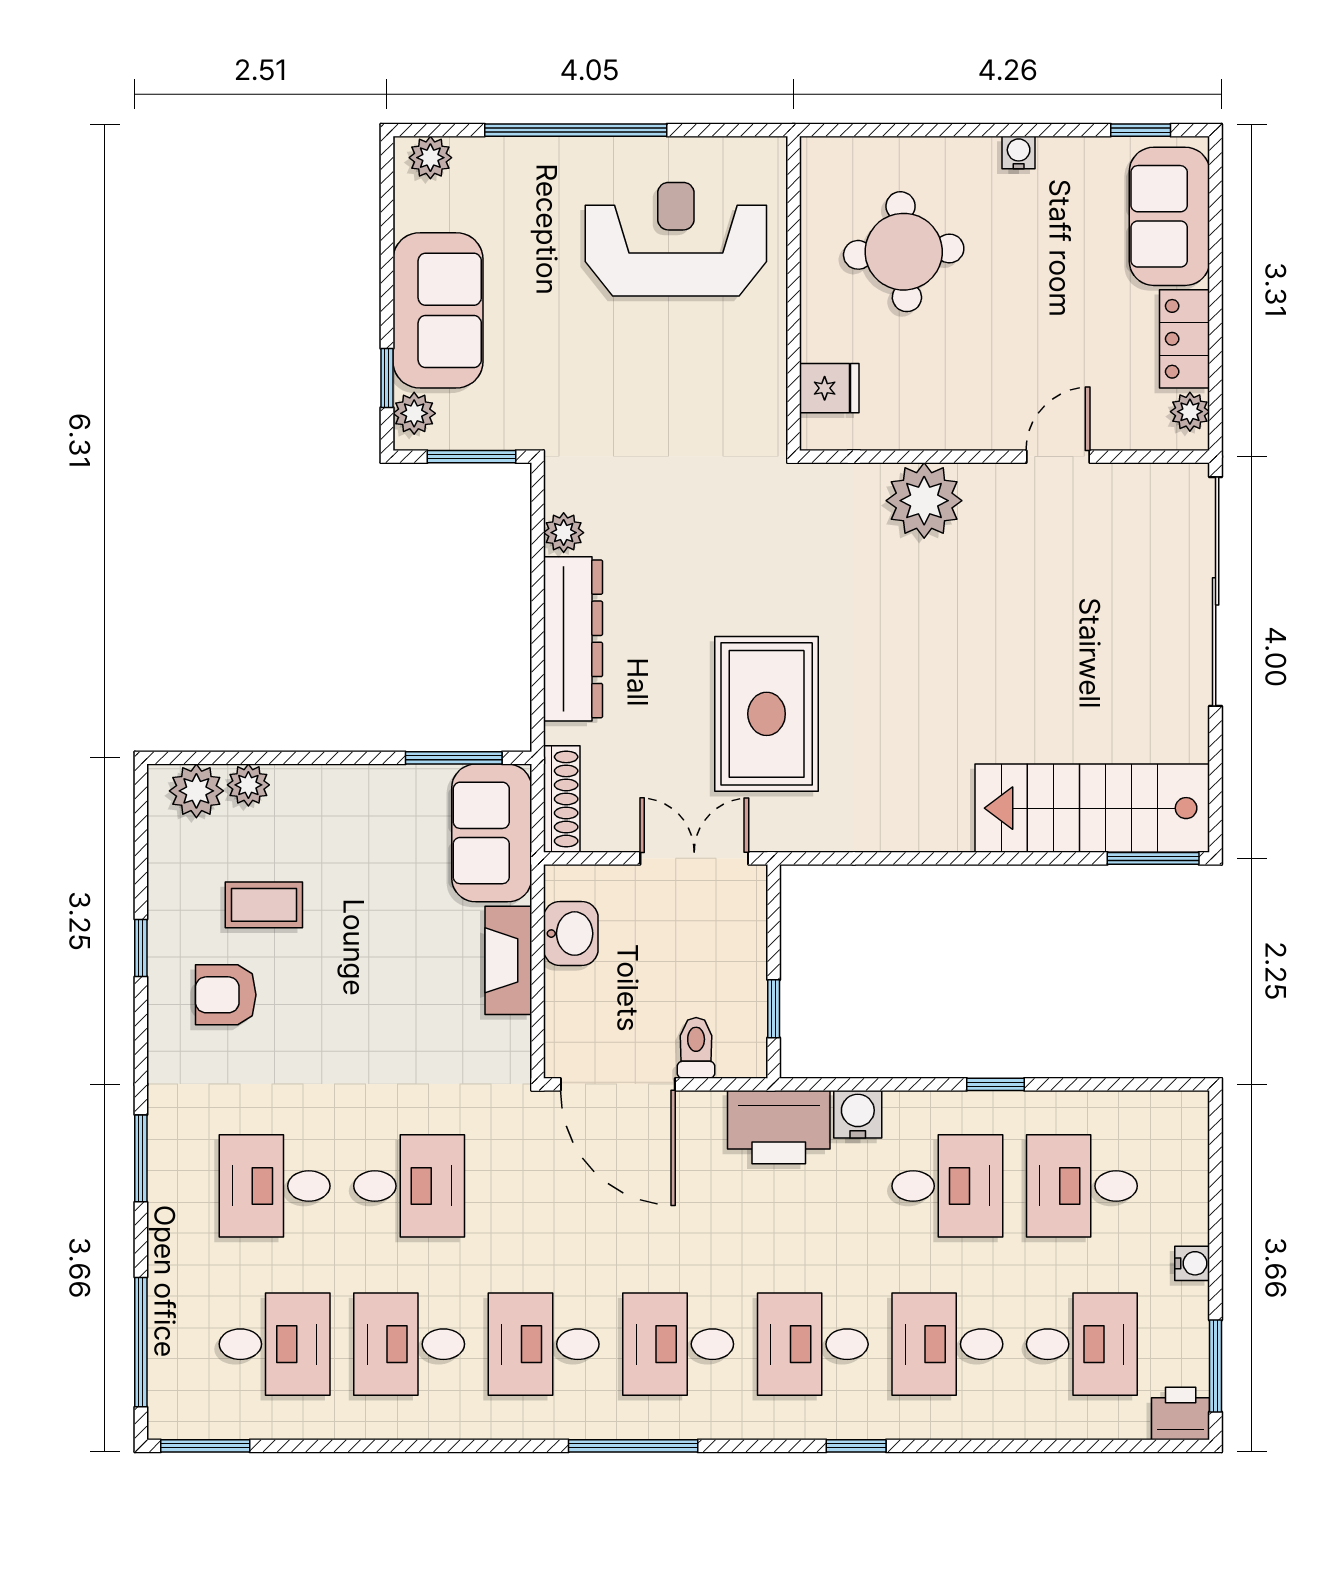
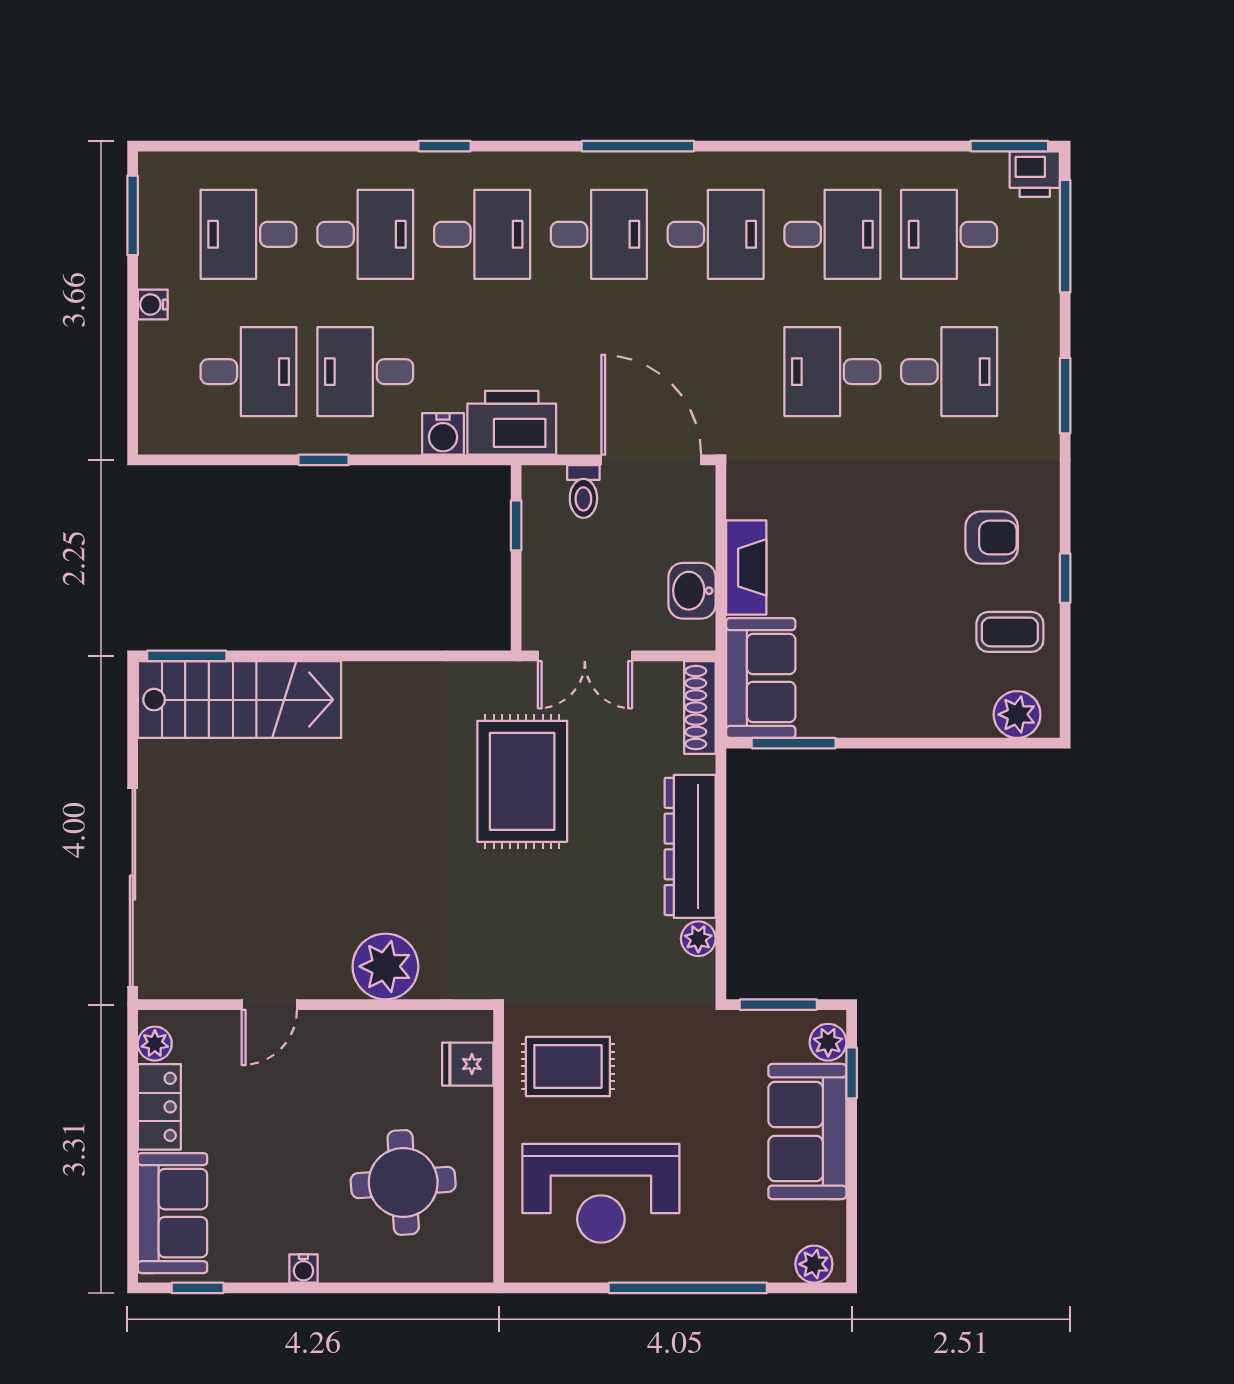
rug: (714, 385) -> (568, 1066), added
plant: (248, 785) -> (972, 720), removed
coffee table: (264, 905) -> (1010, 632), moved
printer: (1181, 1414) -> (1035, 174), moved

